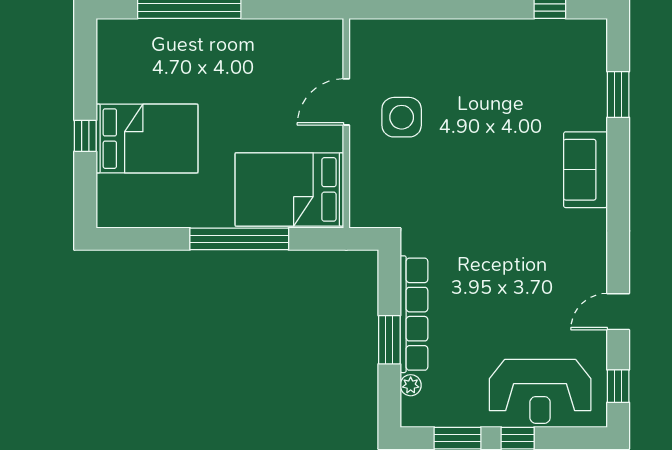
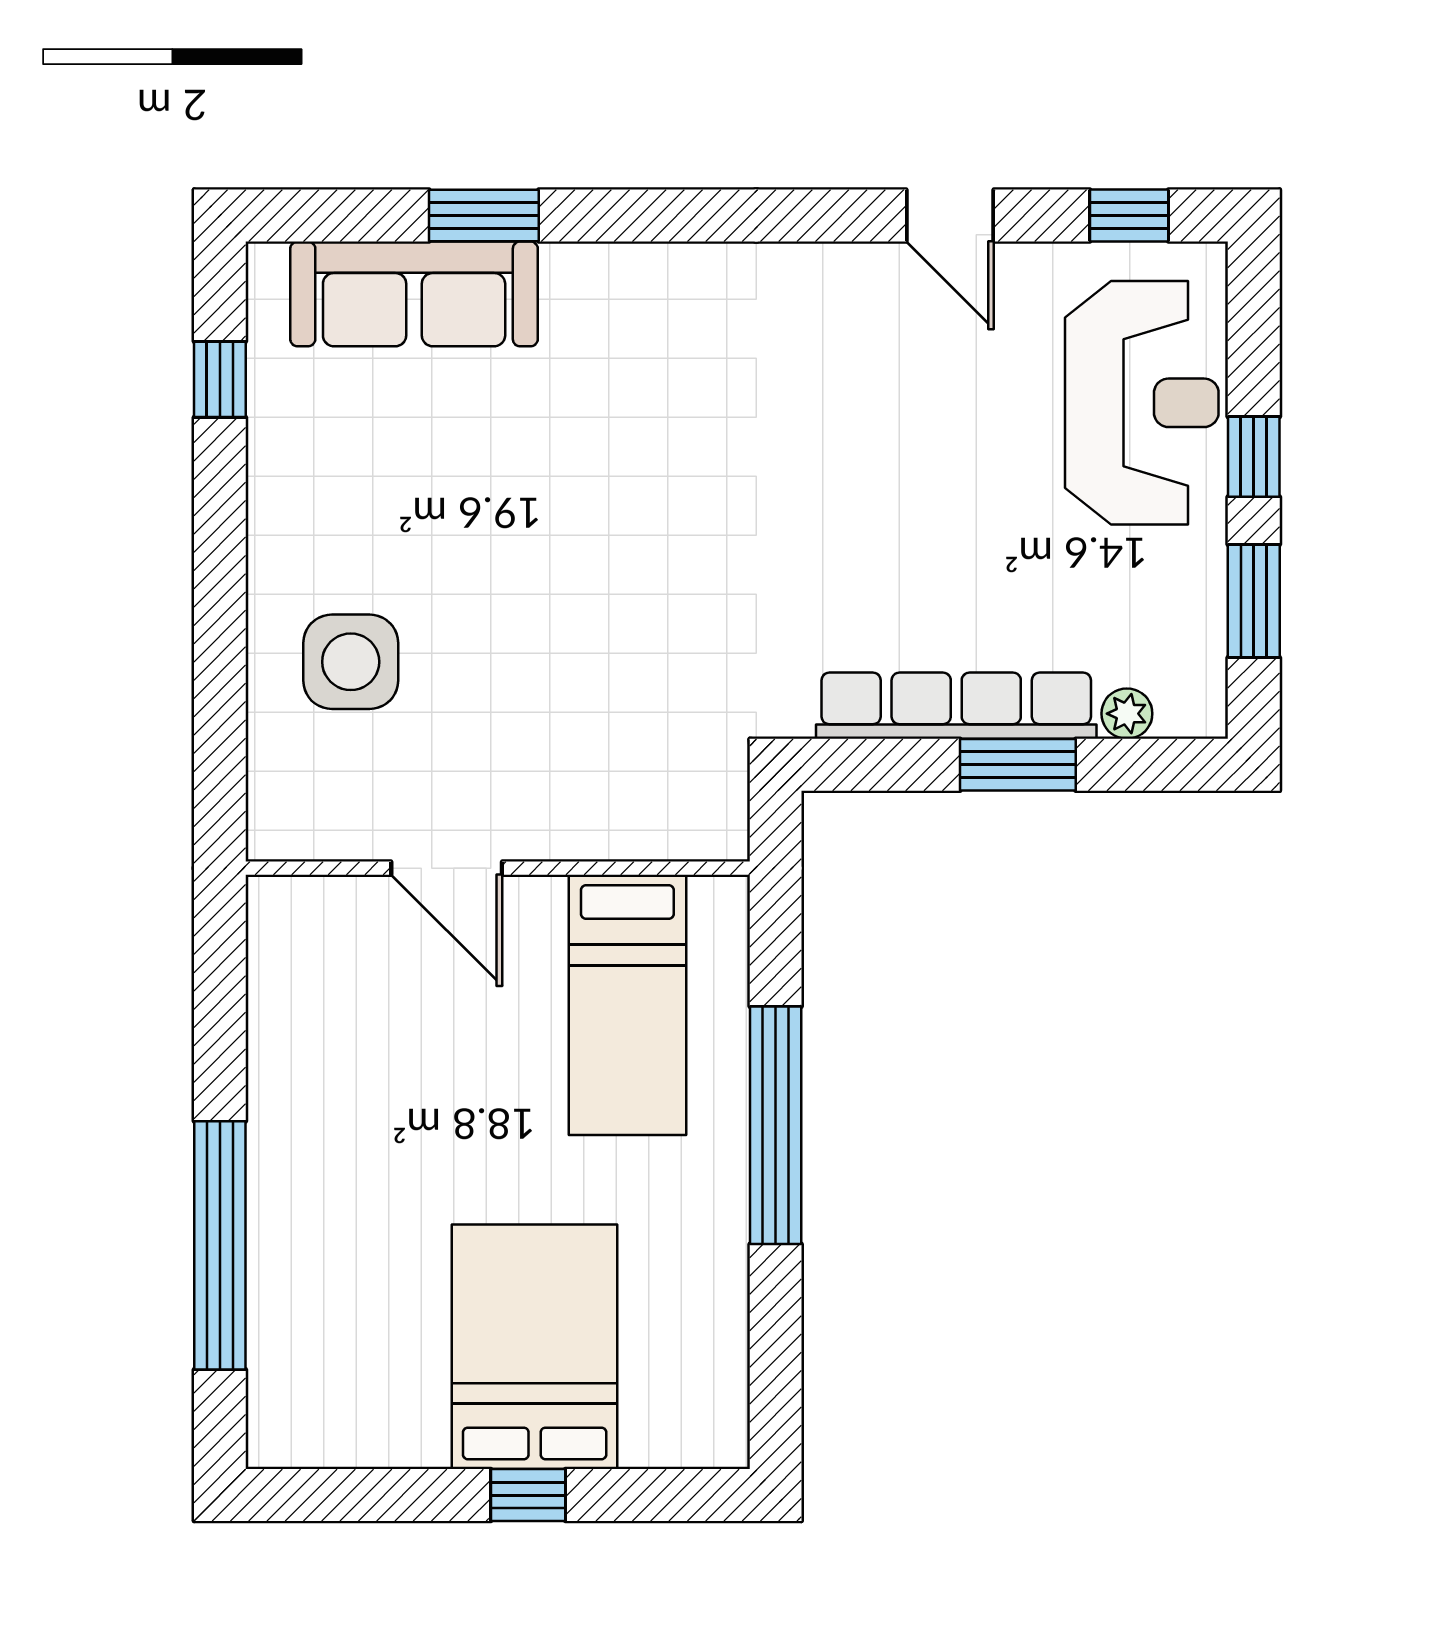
window: (618, 95) -> (484, 216), moved
side table: (402, 117) -> (351, 662), moved
sofa: (585, 170) -> (414, 294), moved, width x1.36
bed: (289, 189) -> (627, 1005), width x0.67

